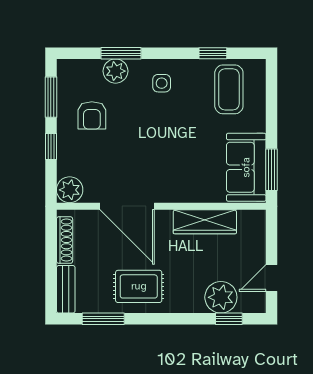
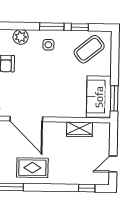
window: (121, 53) -> (52, 27), moved
coffee table: (229, 89) -> (89, 49), turned 51
wardrobe: (205, 222) -> (79, 129), width x0.67
plant: (221, 297) -> (82, 175), removed

